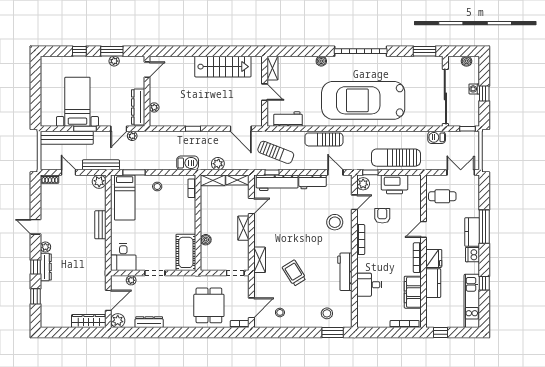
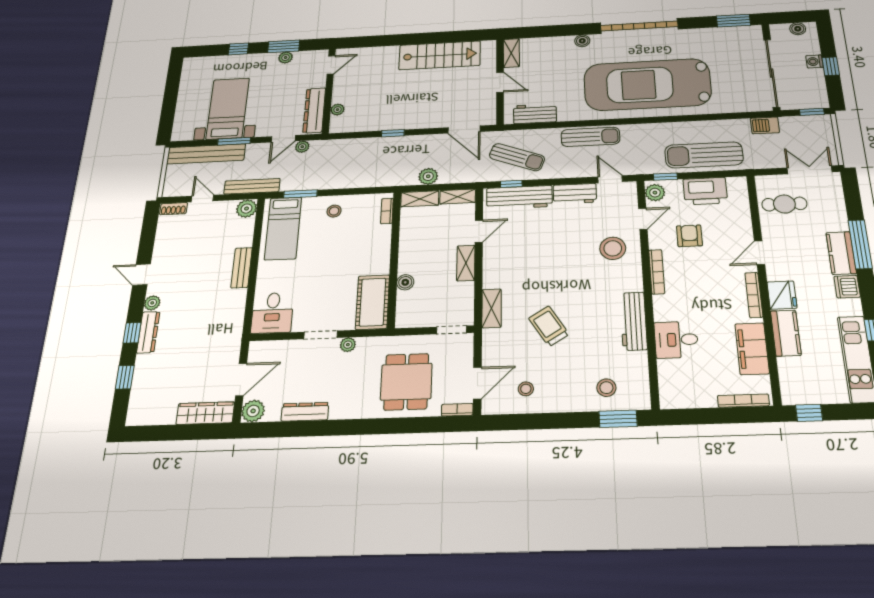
sun lounger: (324, 139) -> (590, 137), turned 180
barbecue: (188, 163) -> (382, 177), removed
plant: (131, 280) -> (348, 345), moved

